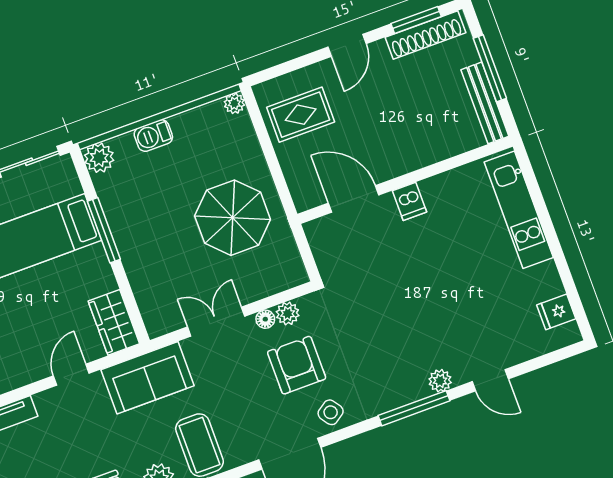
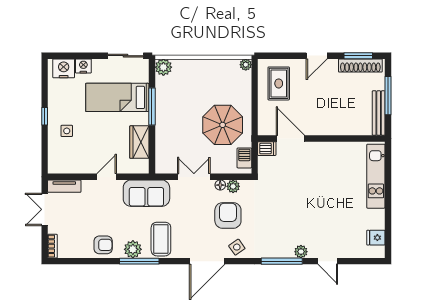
rug: (301, 115) -> (279, 83), turned 90
barbecue: (153, 136) -> (244, 158), moved, turned 90
dishwasher: (410, 201) -> (267, 149), moved, turned -90
wardrobe: (114, 322) -> (139, 142), moved

